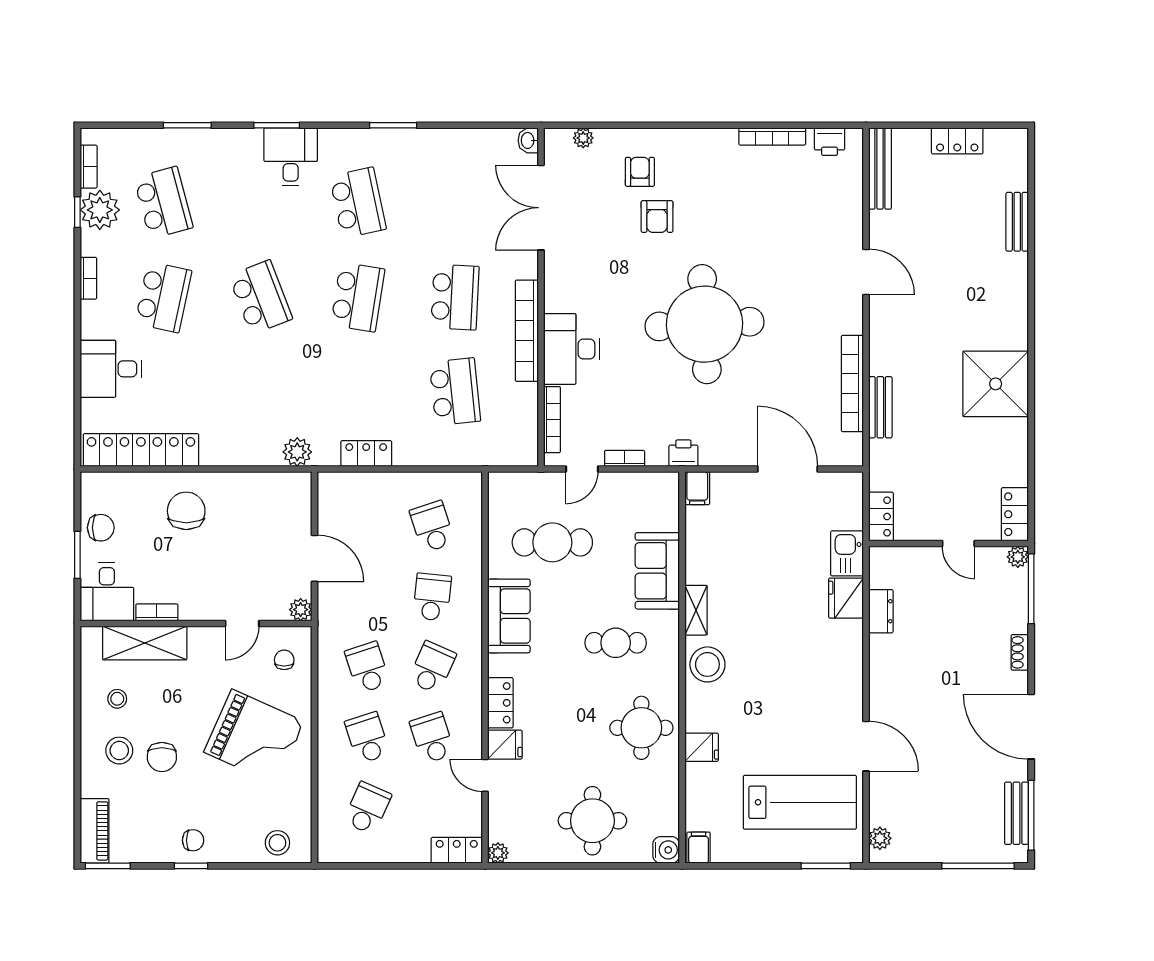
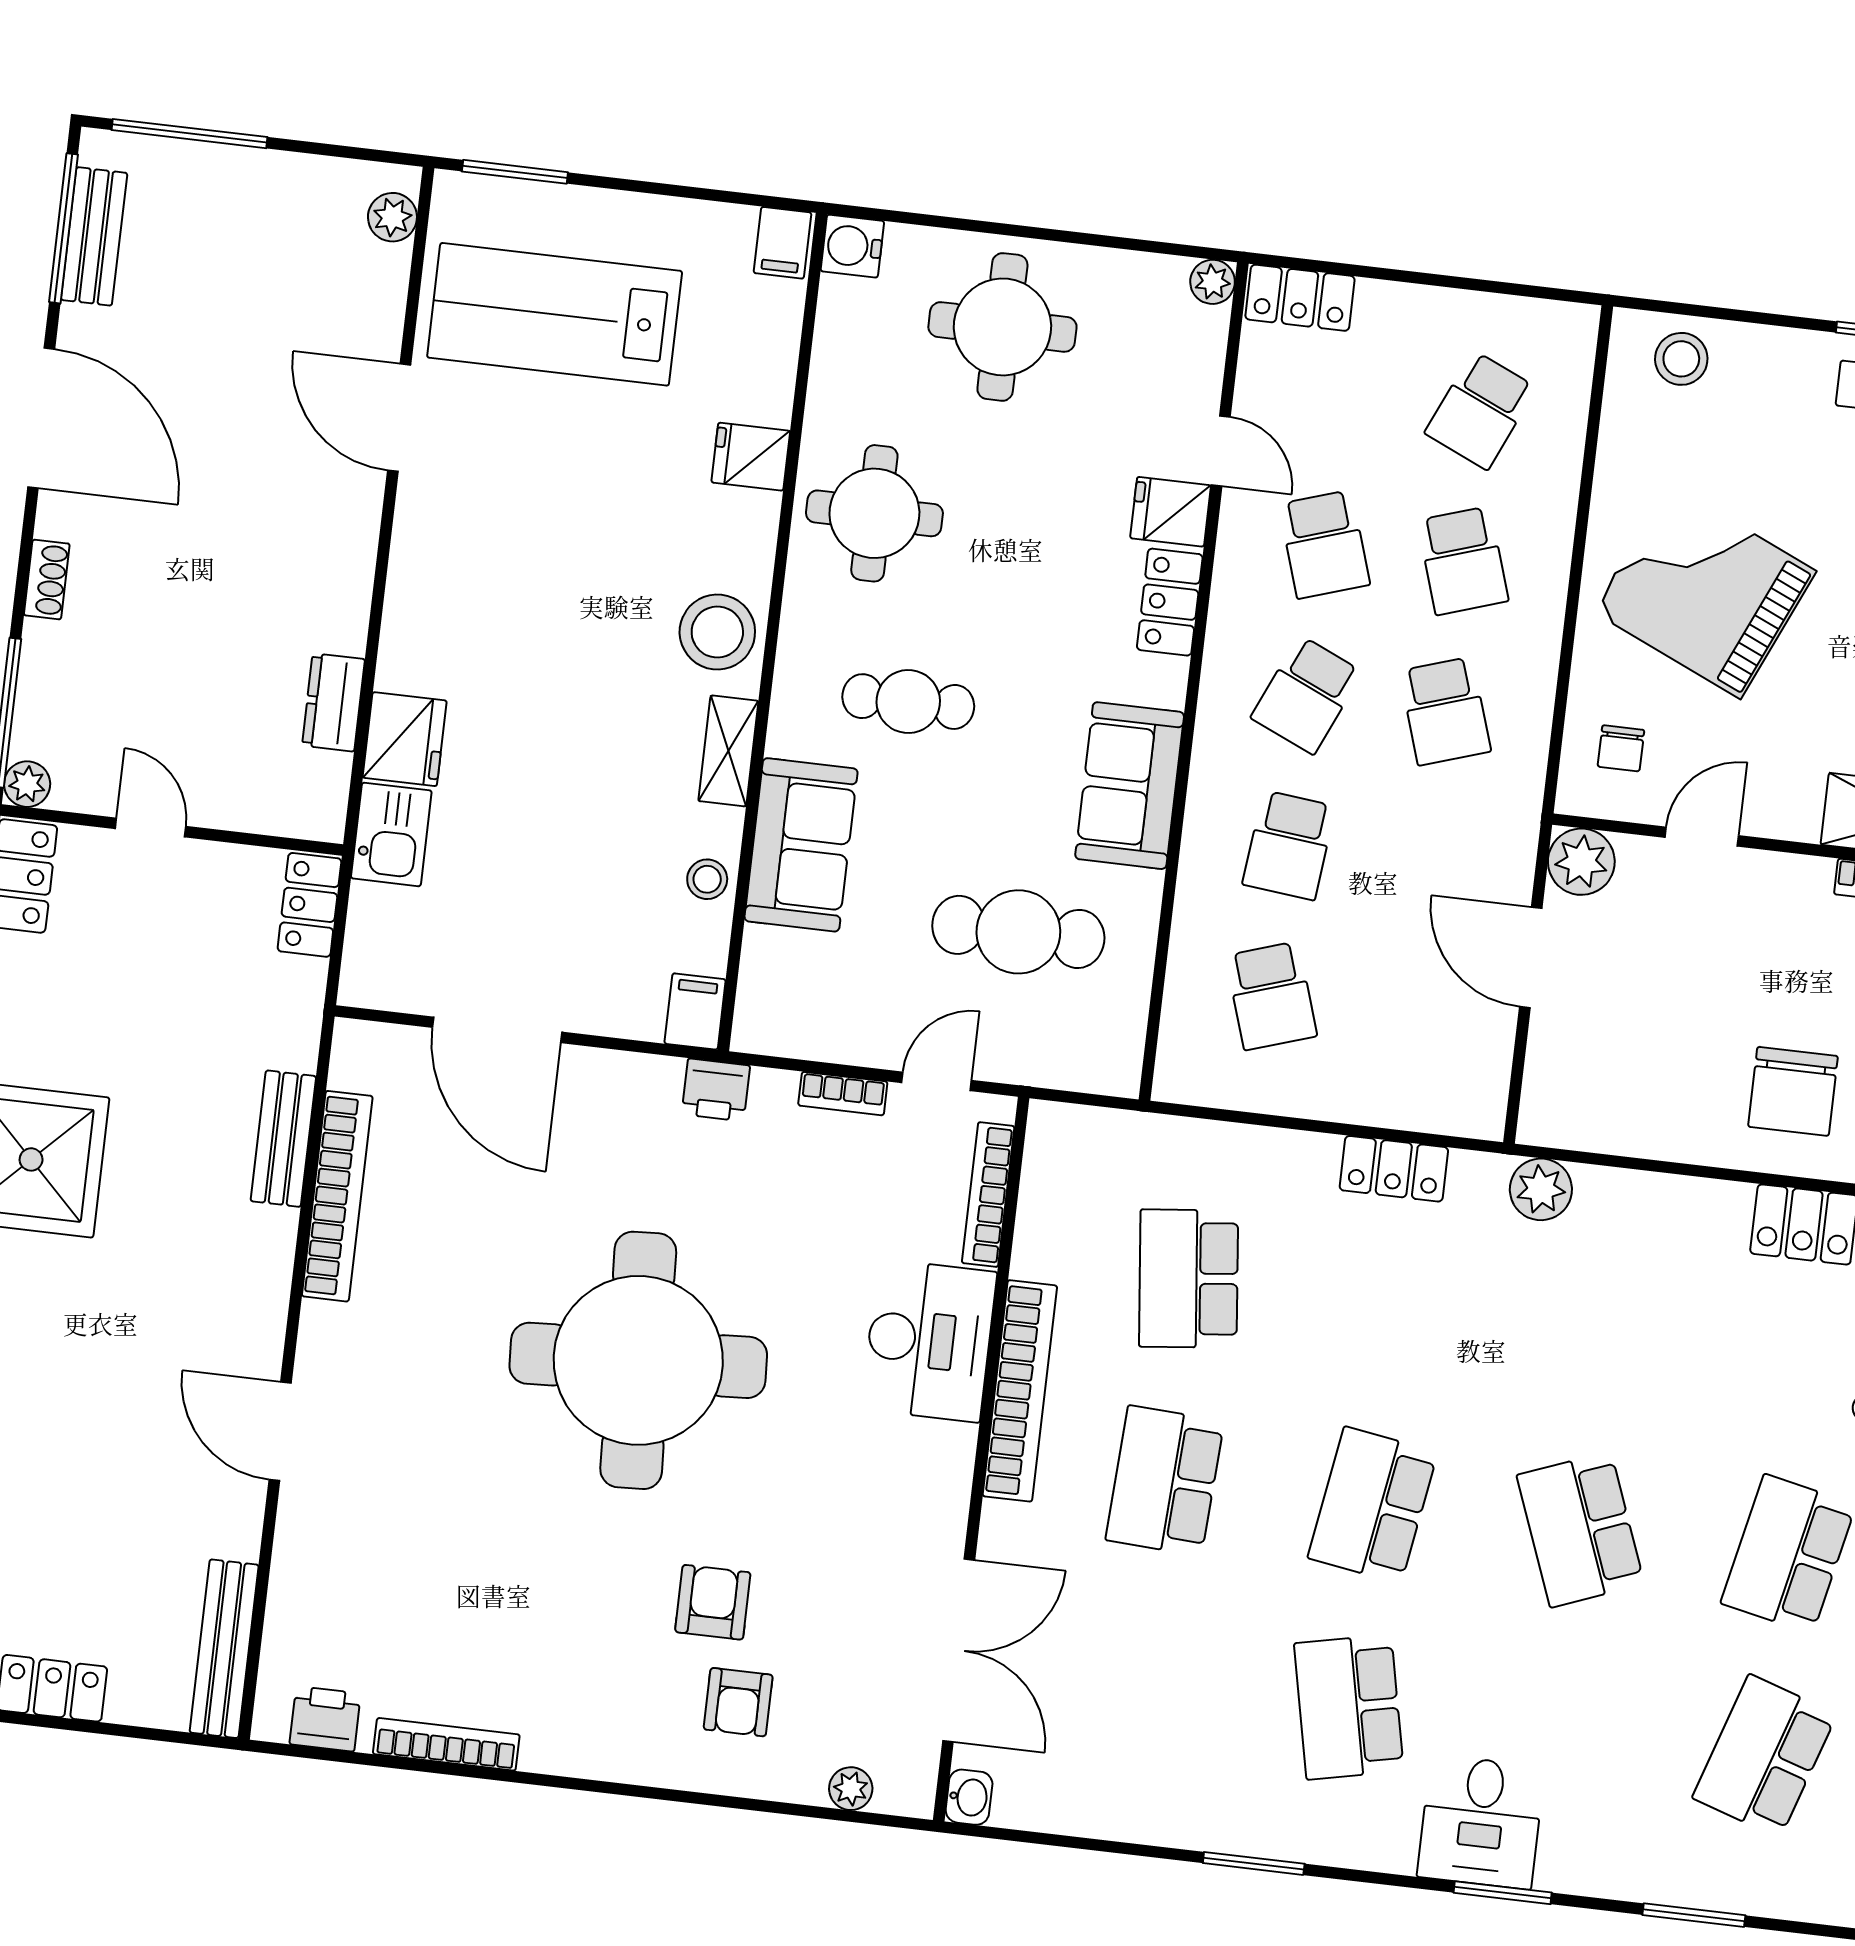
school desk: (163, 203) -> (1765, 1756), turned 33
stool: (699, 550) -> (707, 879), added
plant: (301, 610) -> (1581, 862), width x1.38, depth x1.38

